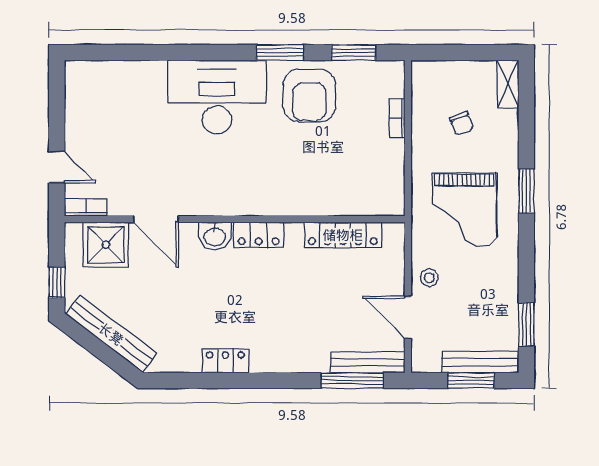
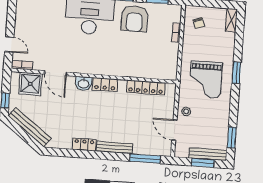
chair: (462, 123) -> (199, 23), moved
bench: (368, 362) -> (115, 148), moved

